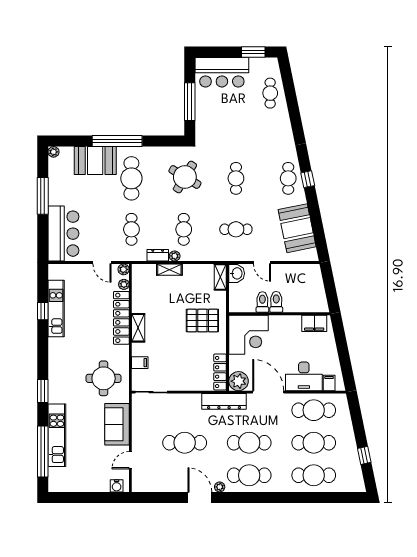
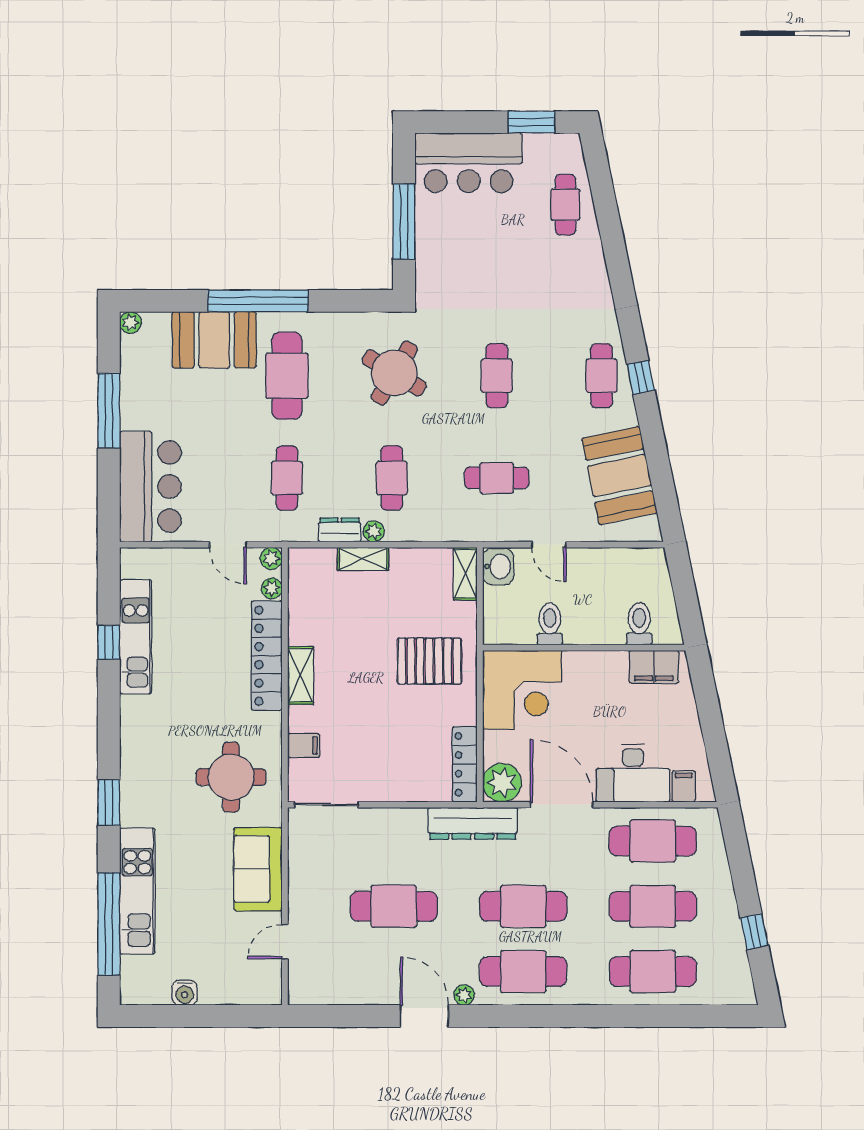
toilet: (276, 302) -> (639, 624), moved
water cooler: (117, 486) -> (185, 993), moved

